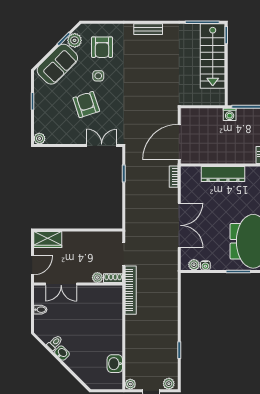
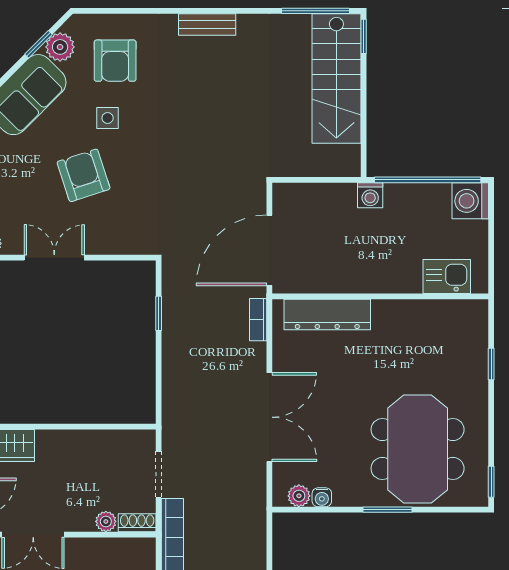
double door: (102, 146) -> (54, 258), moved
dresser: (223, 174) -> (327, 314), moved

